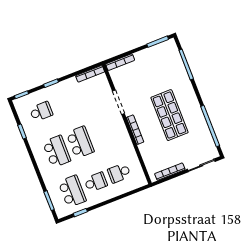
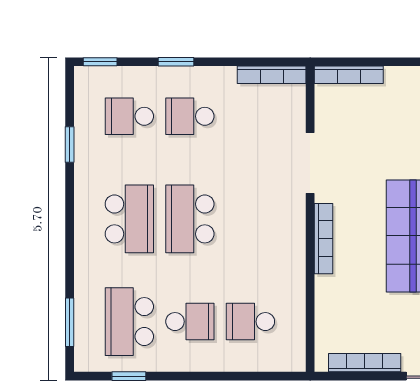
school desk: (65, 102) -> (190, 116), added
school desk: (41, 112) -> (129, 116), turned 180
school desk: (80, 142) -> (190, 219), turned 180
school desk: (72, 191) -> (129, 322), turned 180

